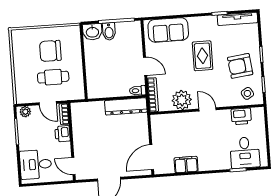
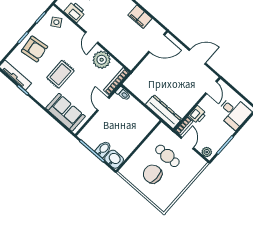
chair: (50, 51) -> (153, 174), turned 180
armchair: (240, 66) -> (35, 49), moved
dresser: (126, 106) -> (164, 112), moved

